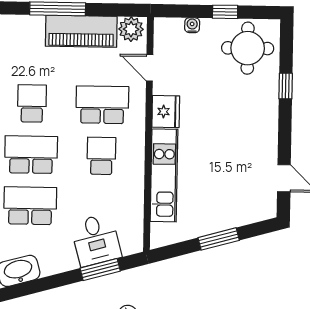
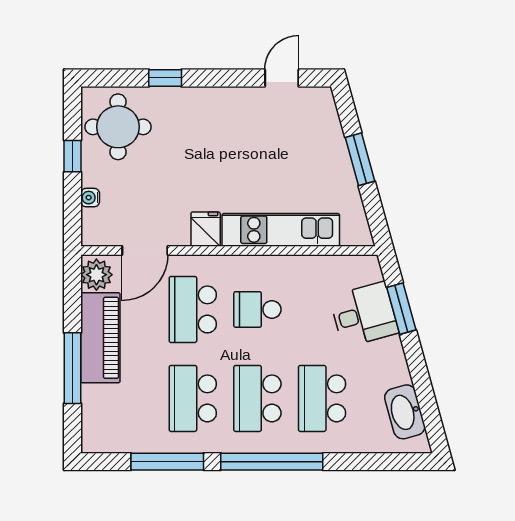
door: (150, 68) -> (145, 250), width x1.38
school desk: (32, 104) -> (193, 398), width x1.85
fridge: (166, 112) -> (206, 229), width x0.72

